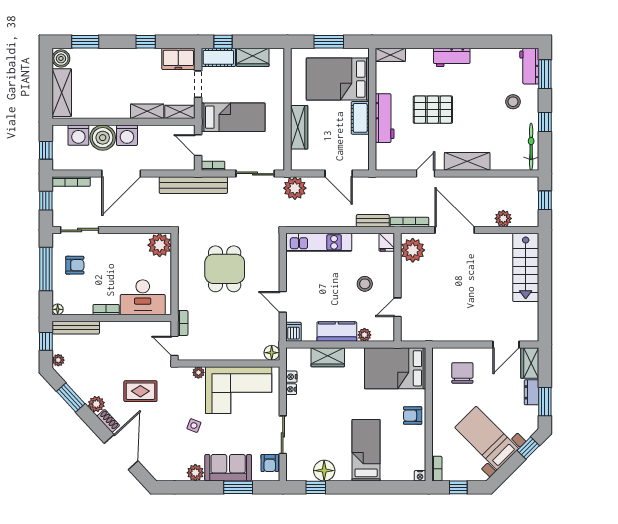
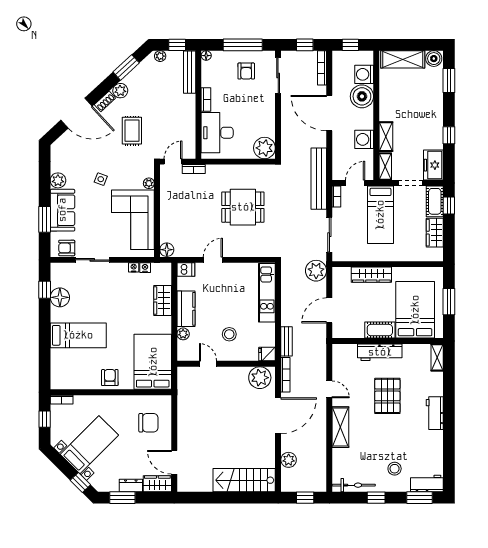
washing machine: (127, 135) -> (364, 139), moved
nightstand: (420, 476) -> (55, 384), removed

